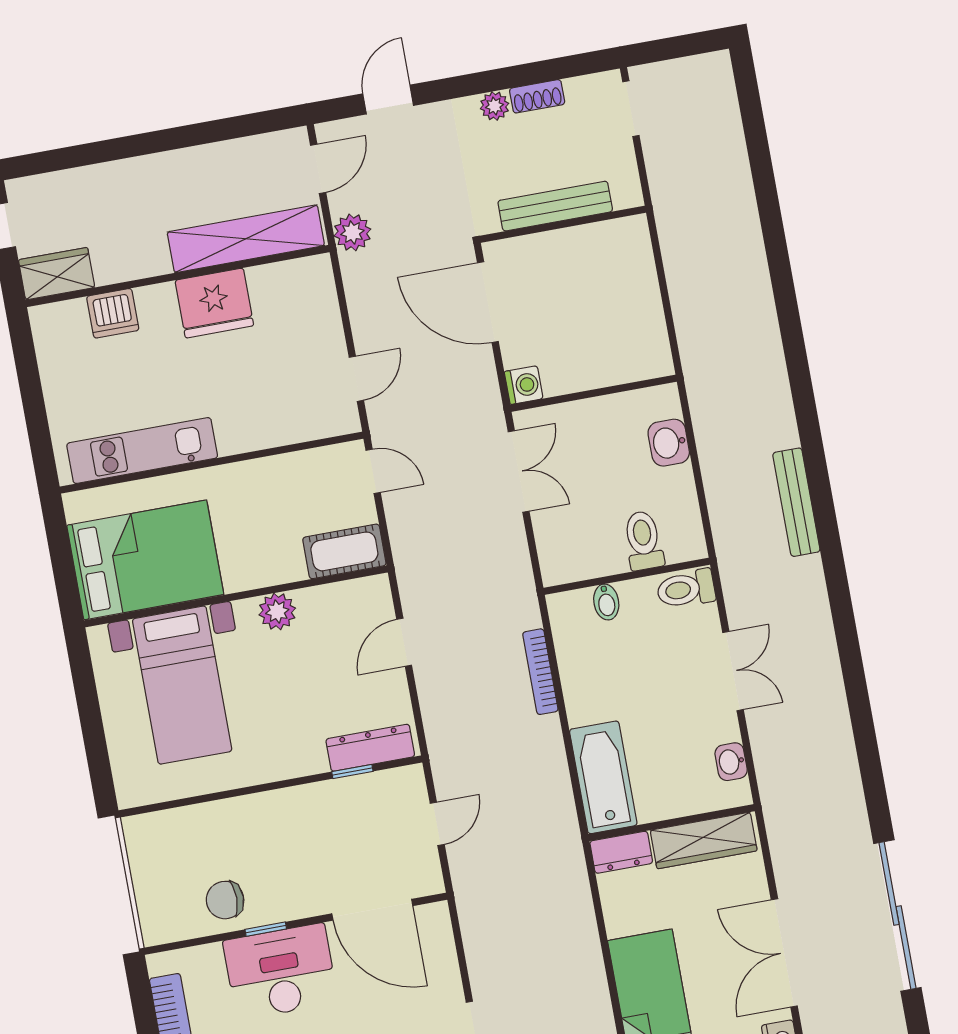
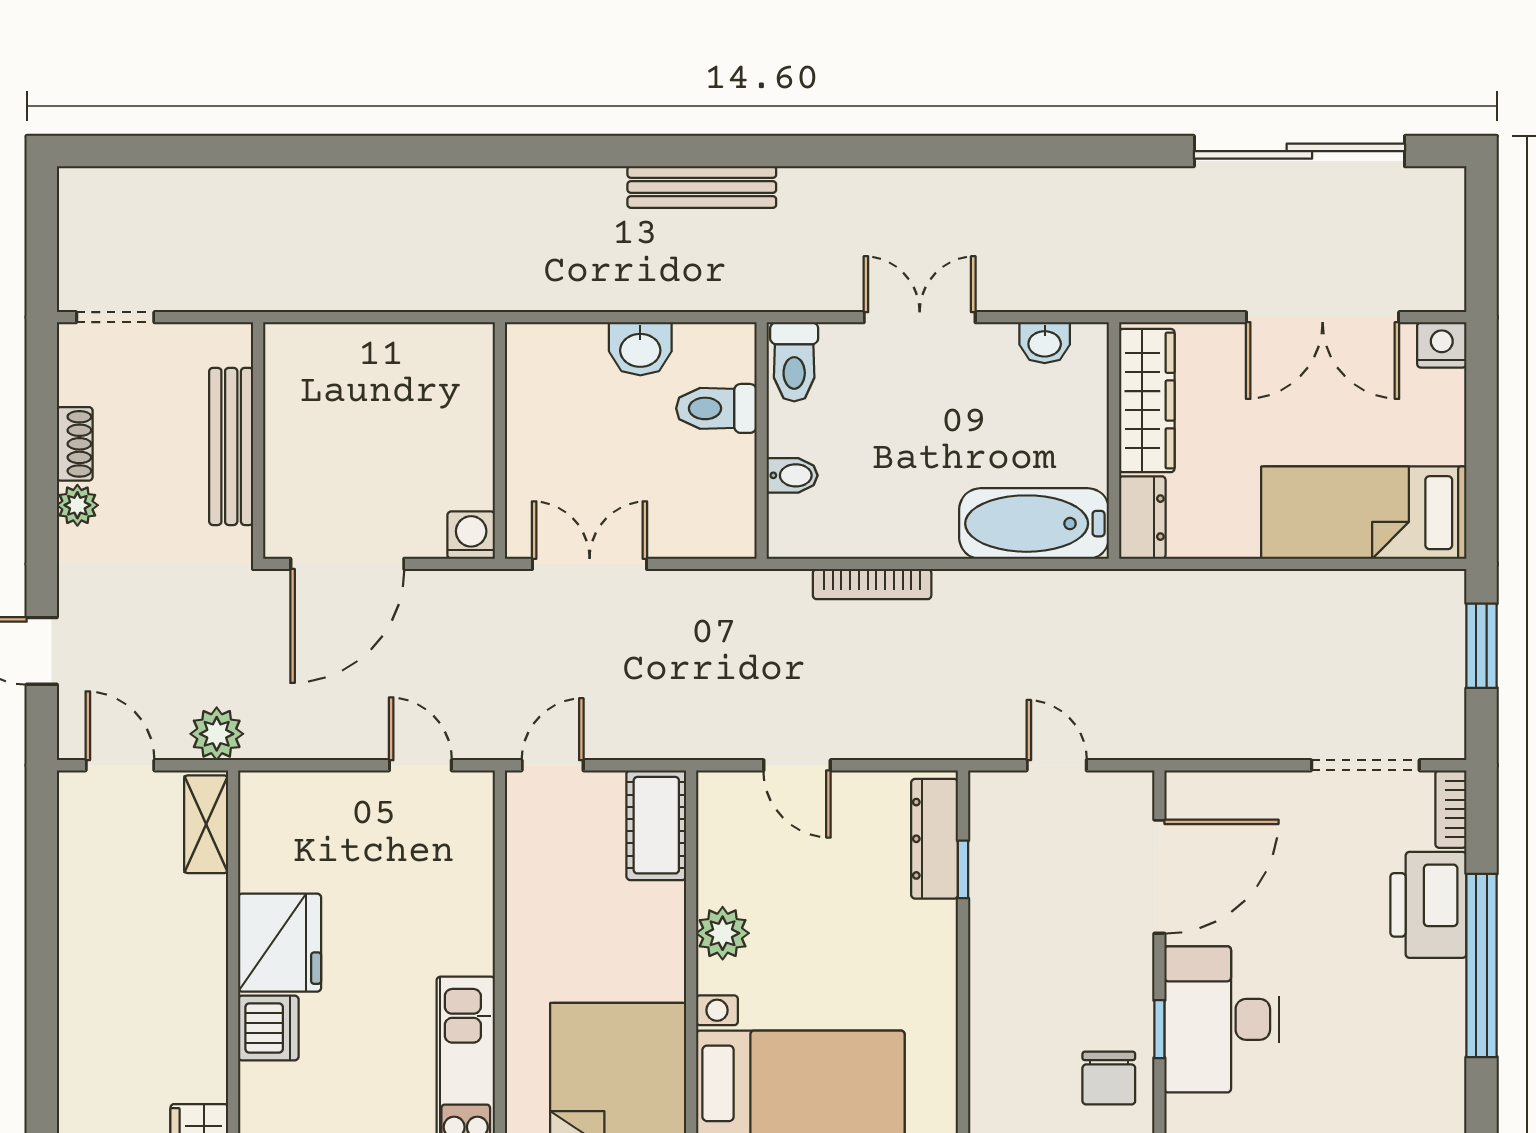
shelving: (246, 239) -> (206, 824), width x0.45, depth x0.75
dishwasher: (113, 313) -> (268, 1028), moved
washbasin: (669, 443) -> (640, 349), moved

